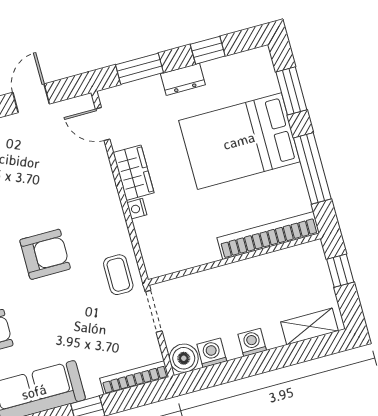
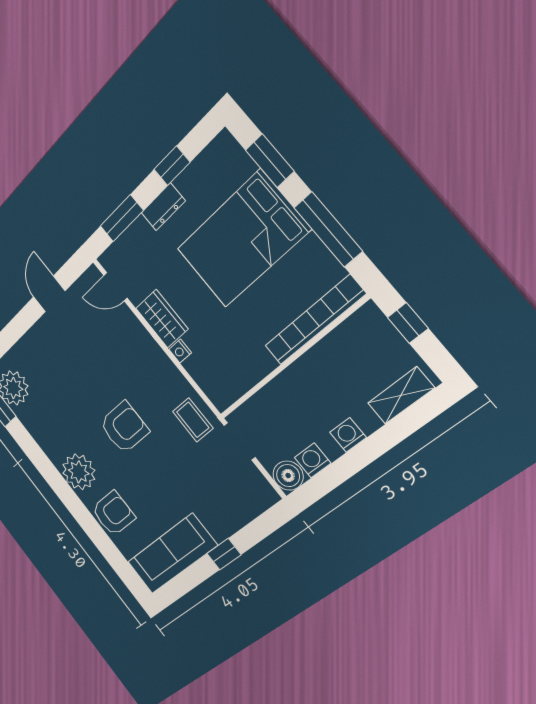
bookcase: (134, 378) -> (251, 510), removed

